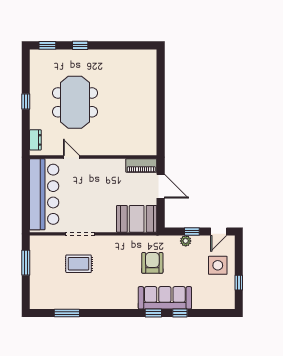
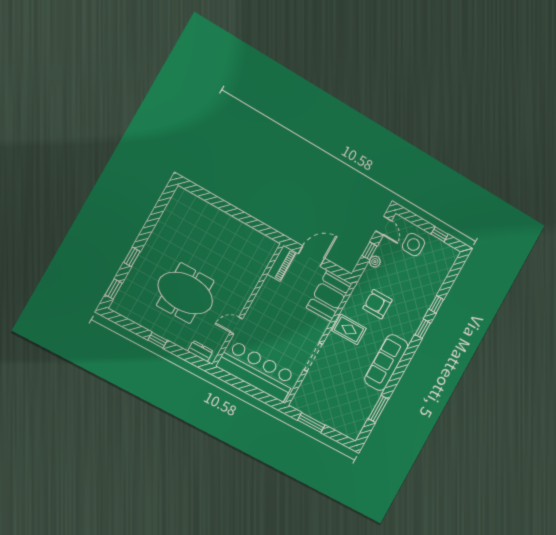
rug: (79, 264) -> (349, 329), moved, turned 90
sofa: (165, 298) -> (386, 363), moved

